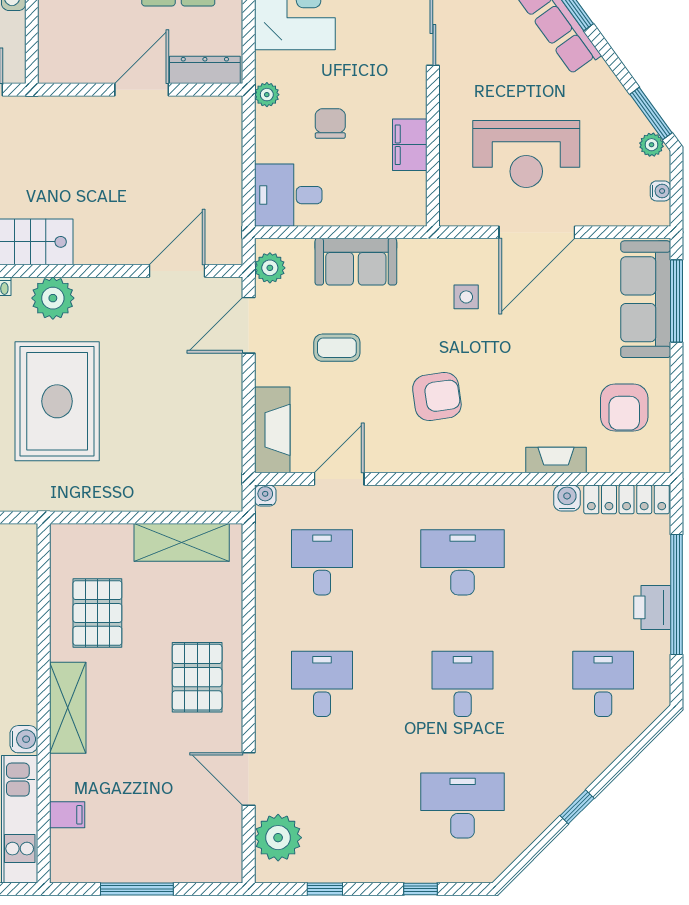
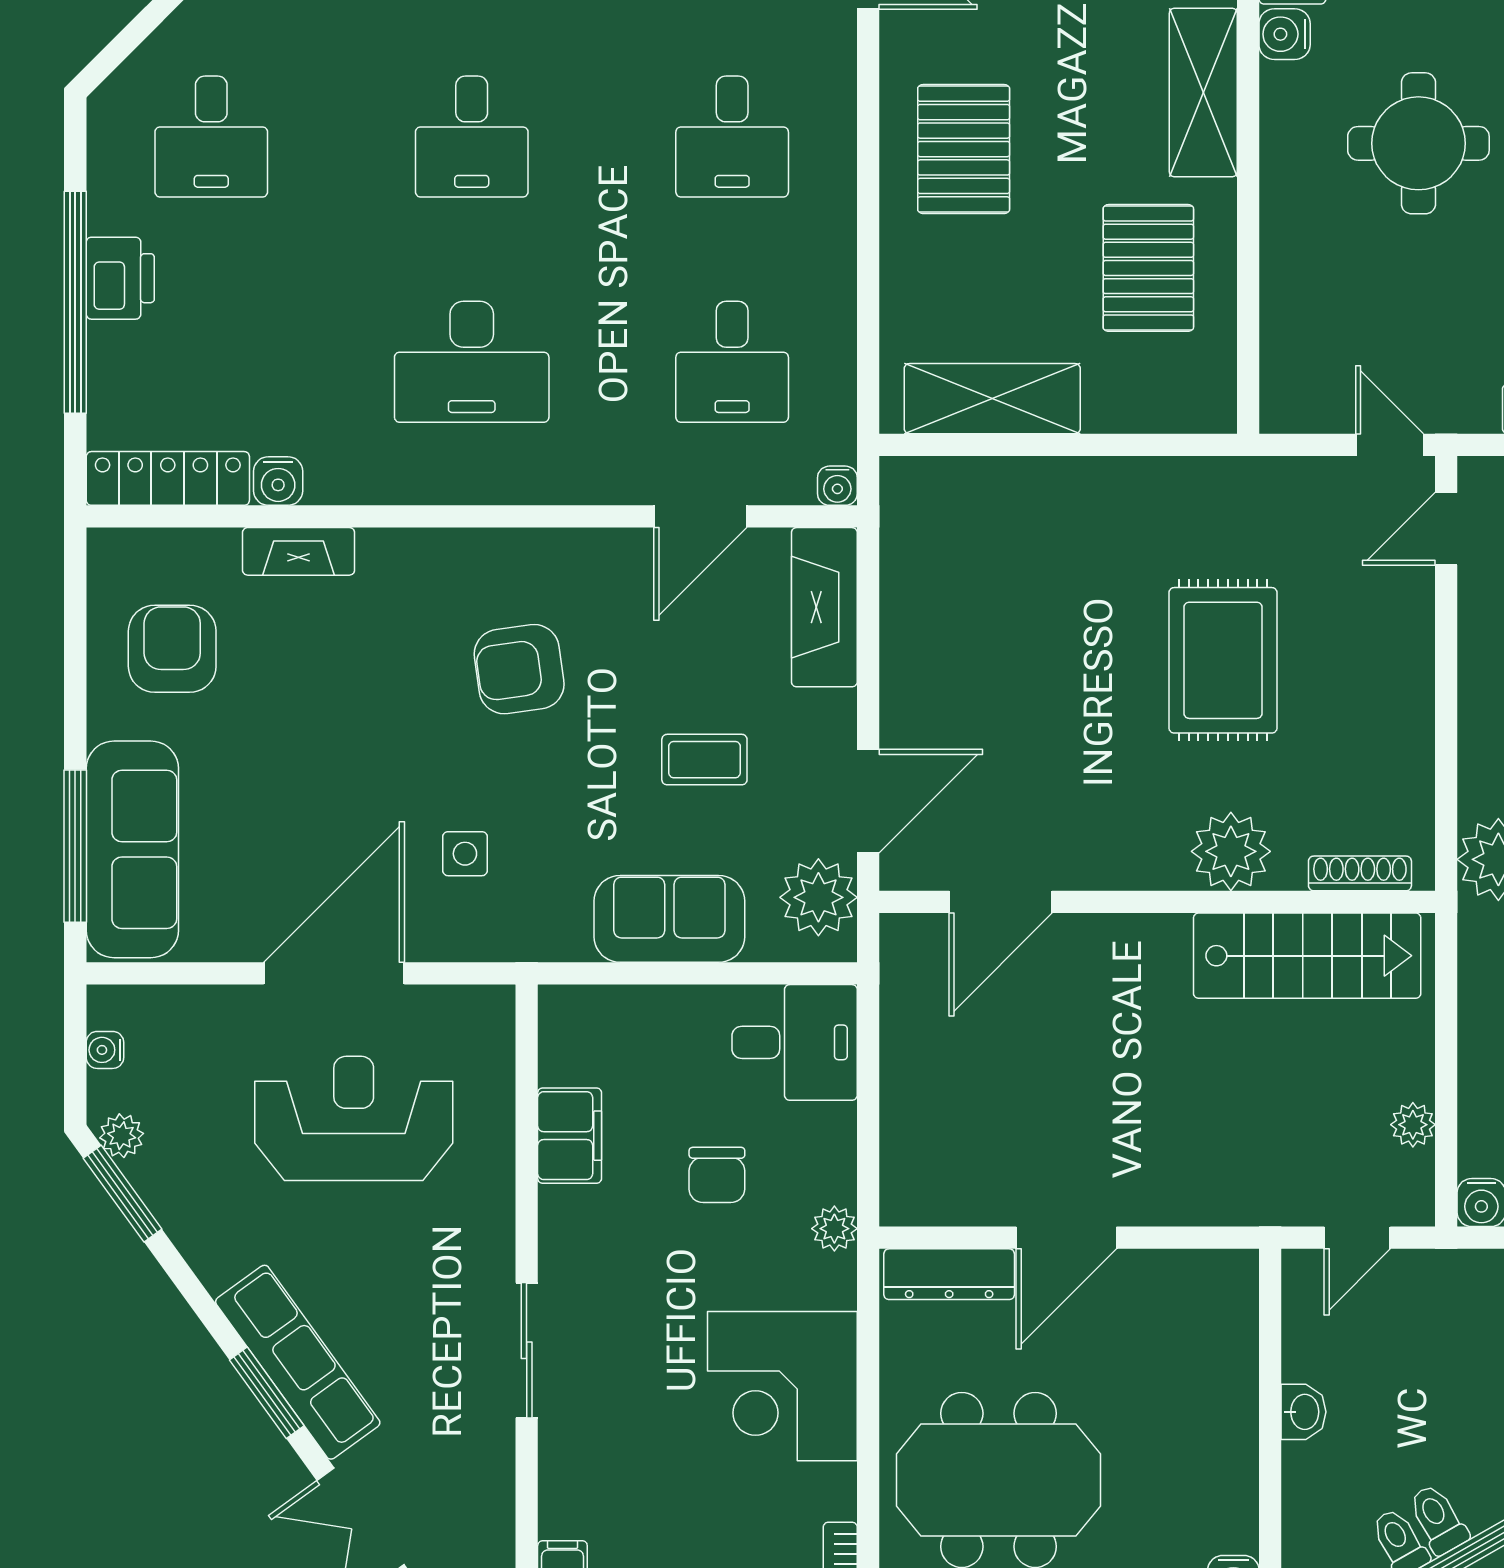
plant: (270, 268) -> (818, 897), width x1.36, depth x1.36
rug: (57, 401) -> (1223, 660), width x0.73, depth x0.69

